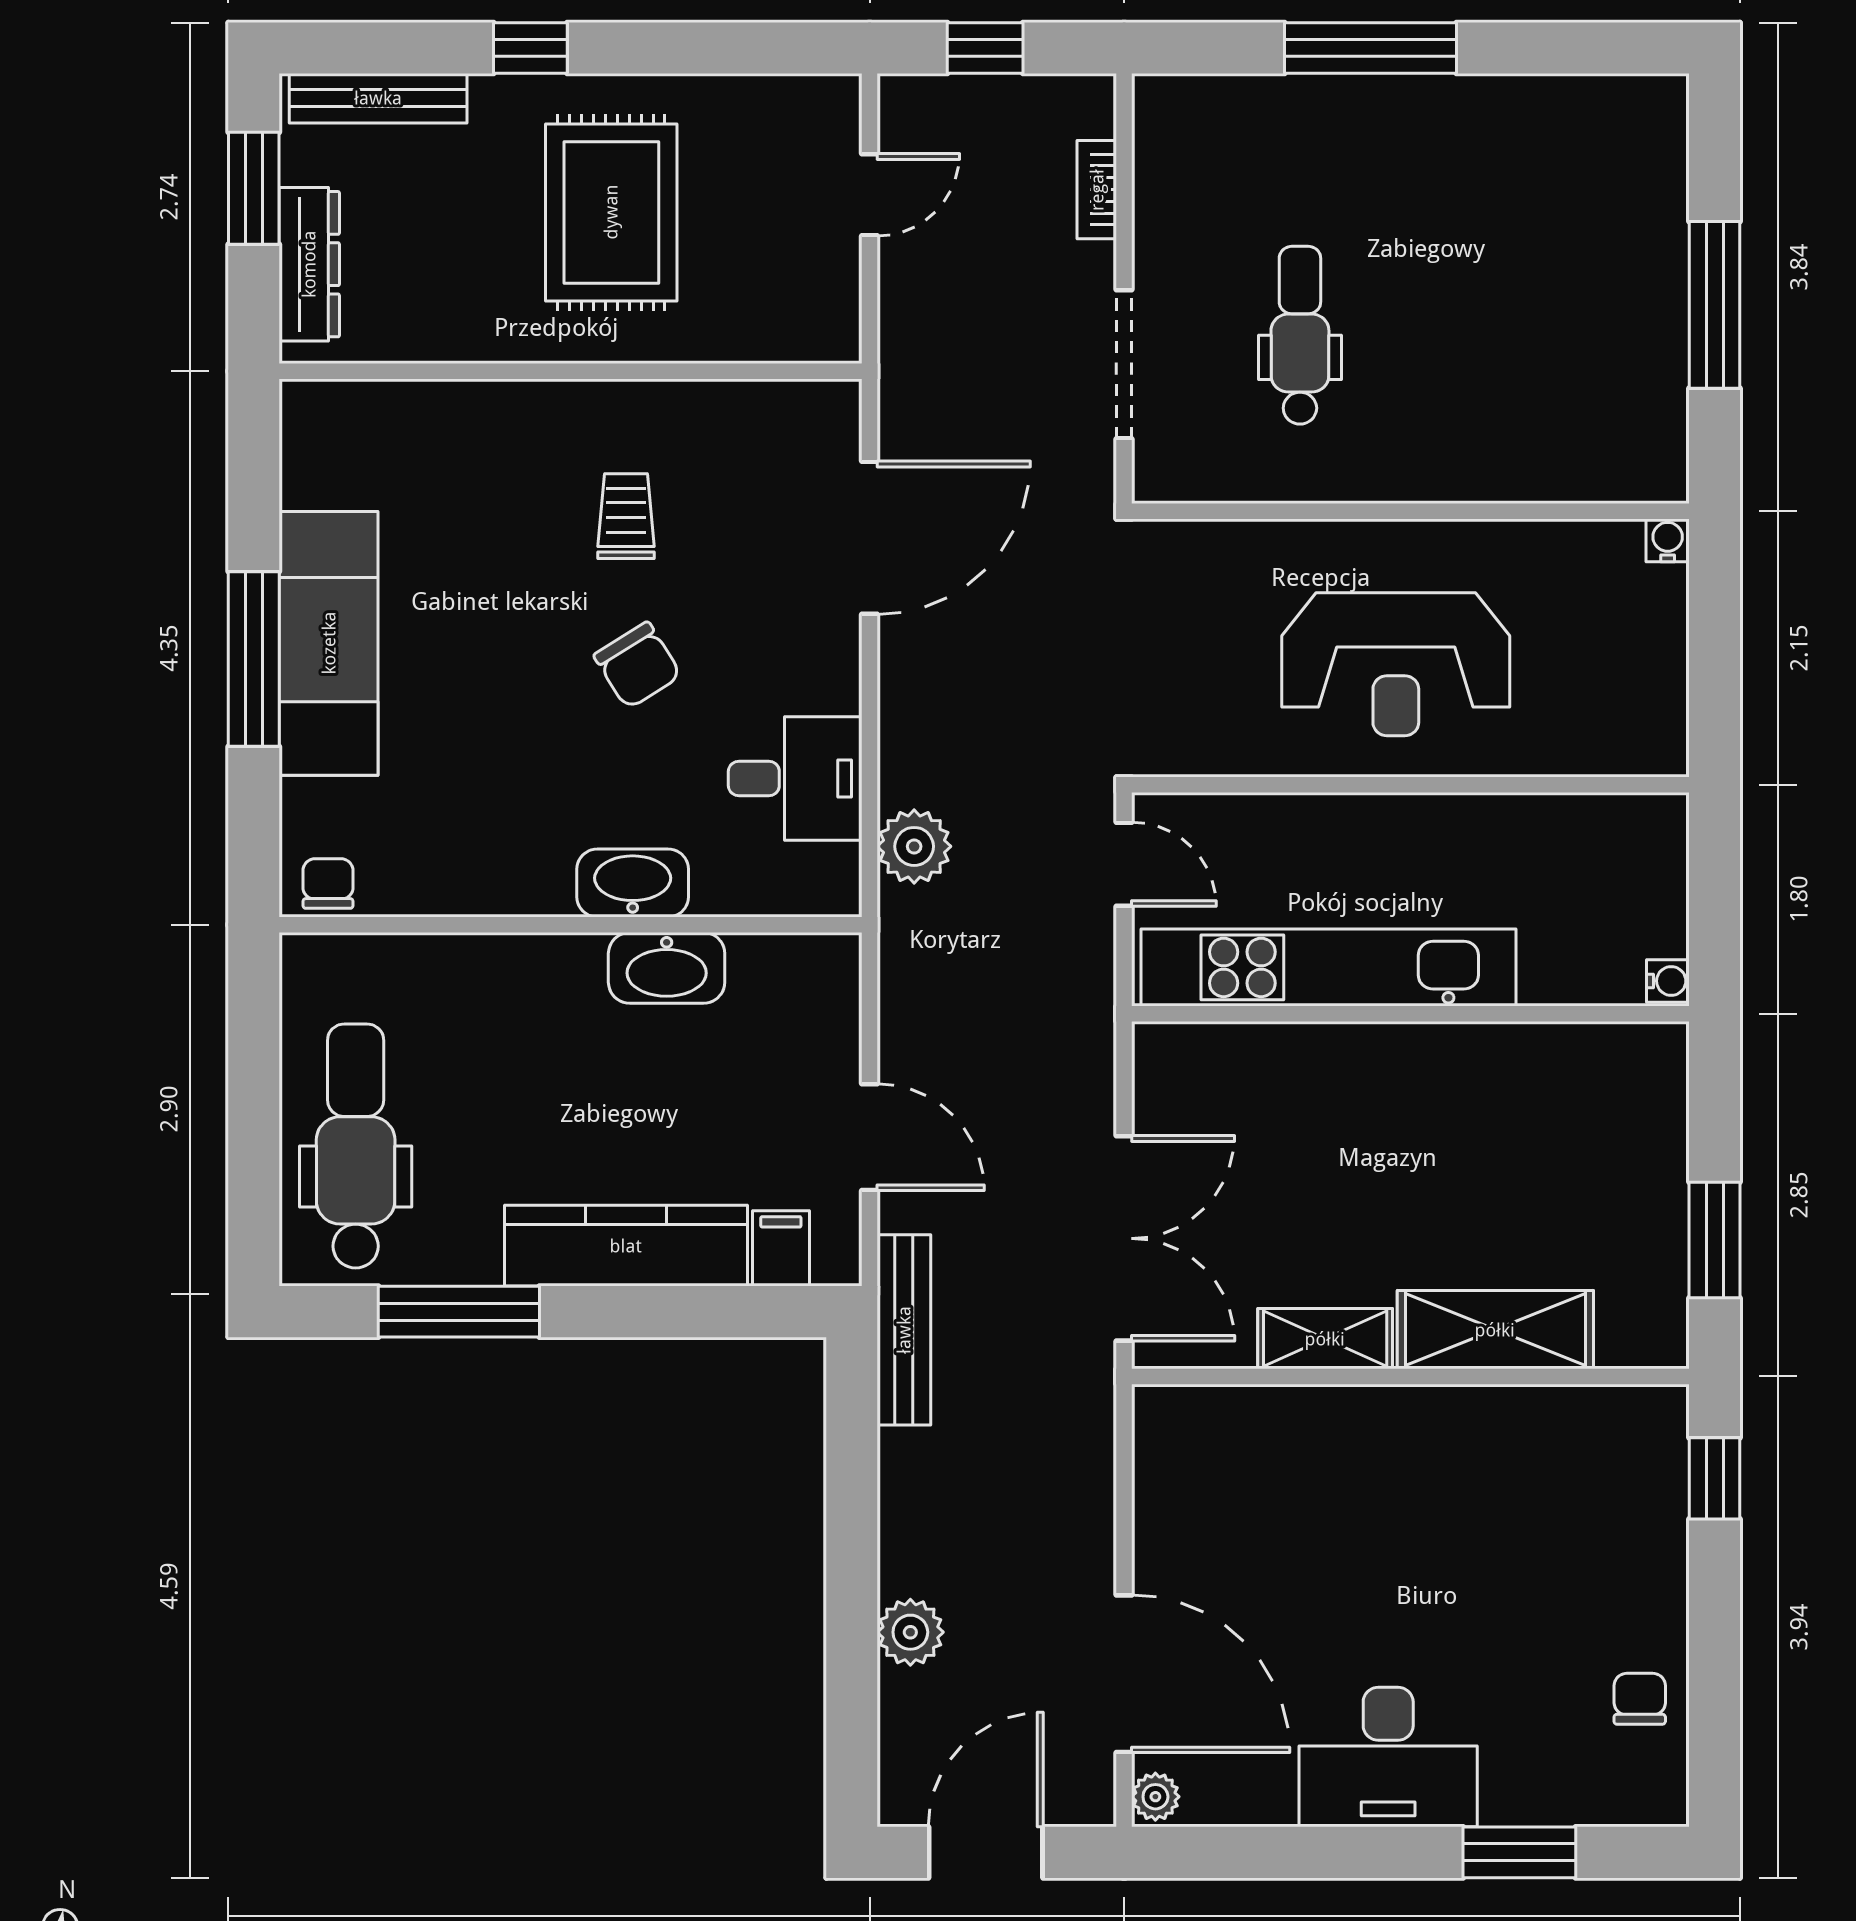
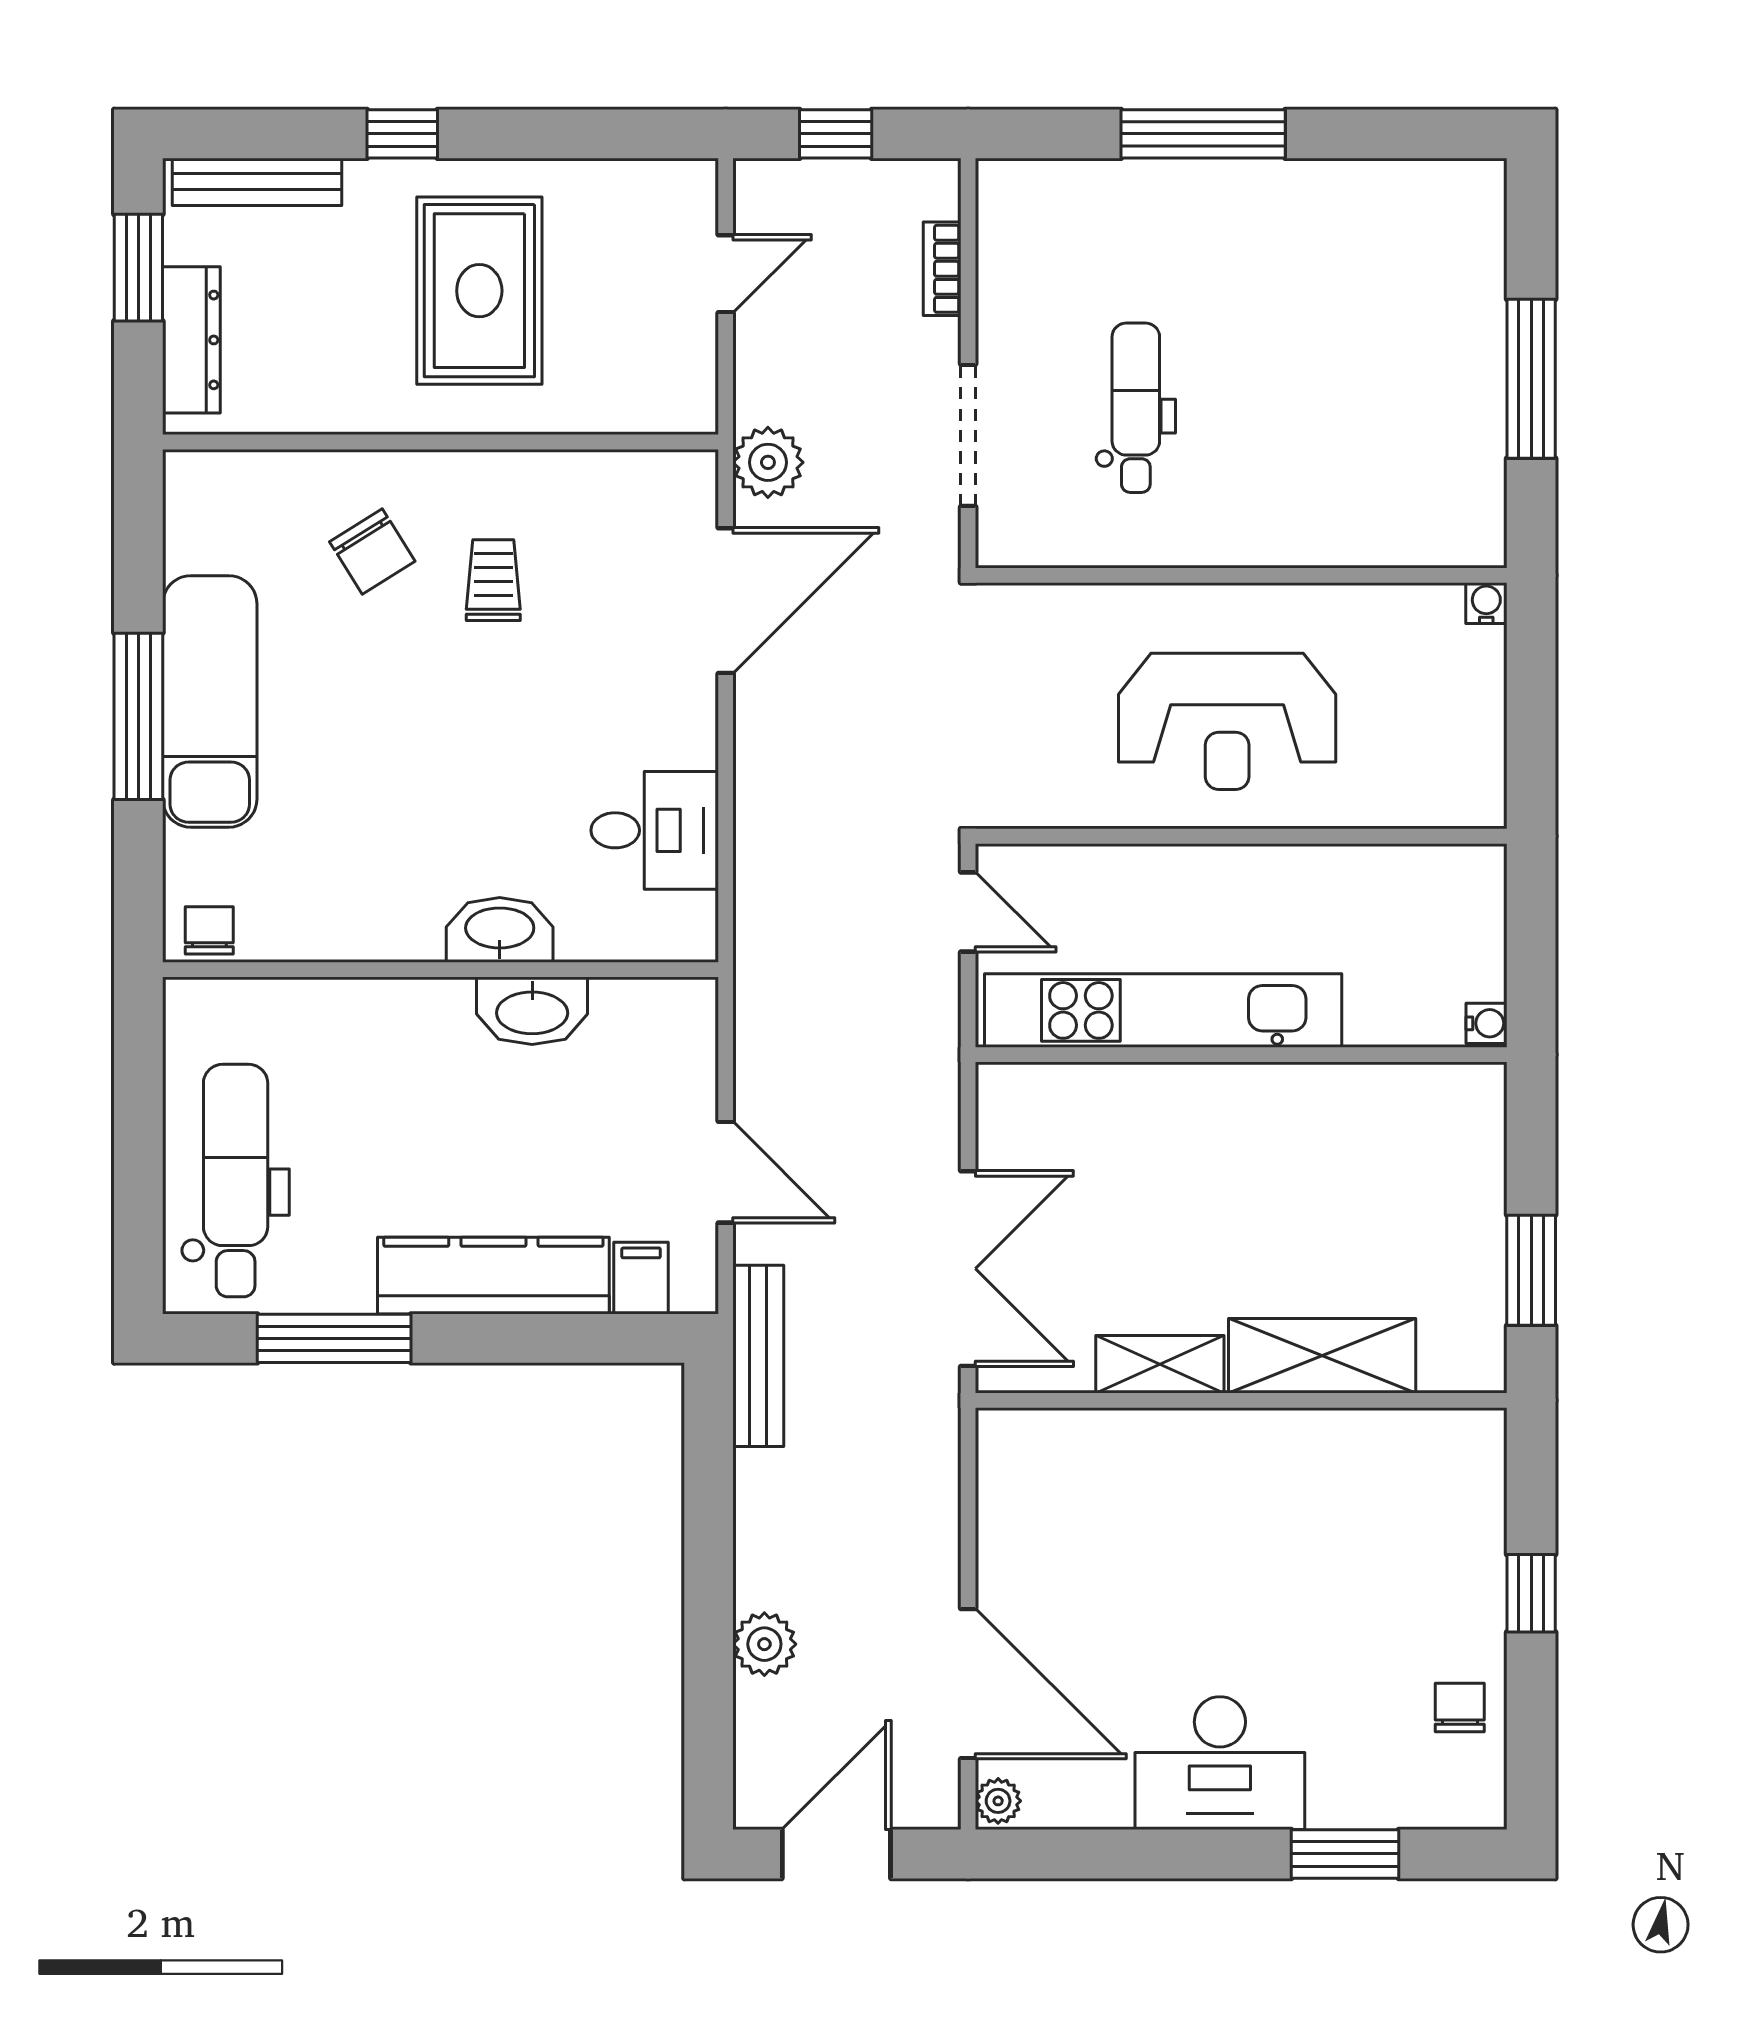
chair: (638, 665) -> (372, 551), moved
plant: (914, 846) -> (768, 462), moved
window: (1715, 1478) -> (1531, 1593), moved

